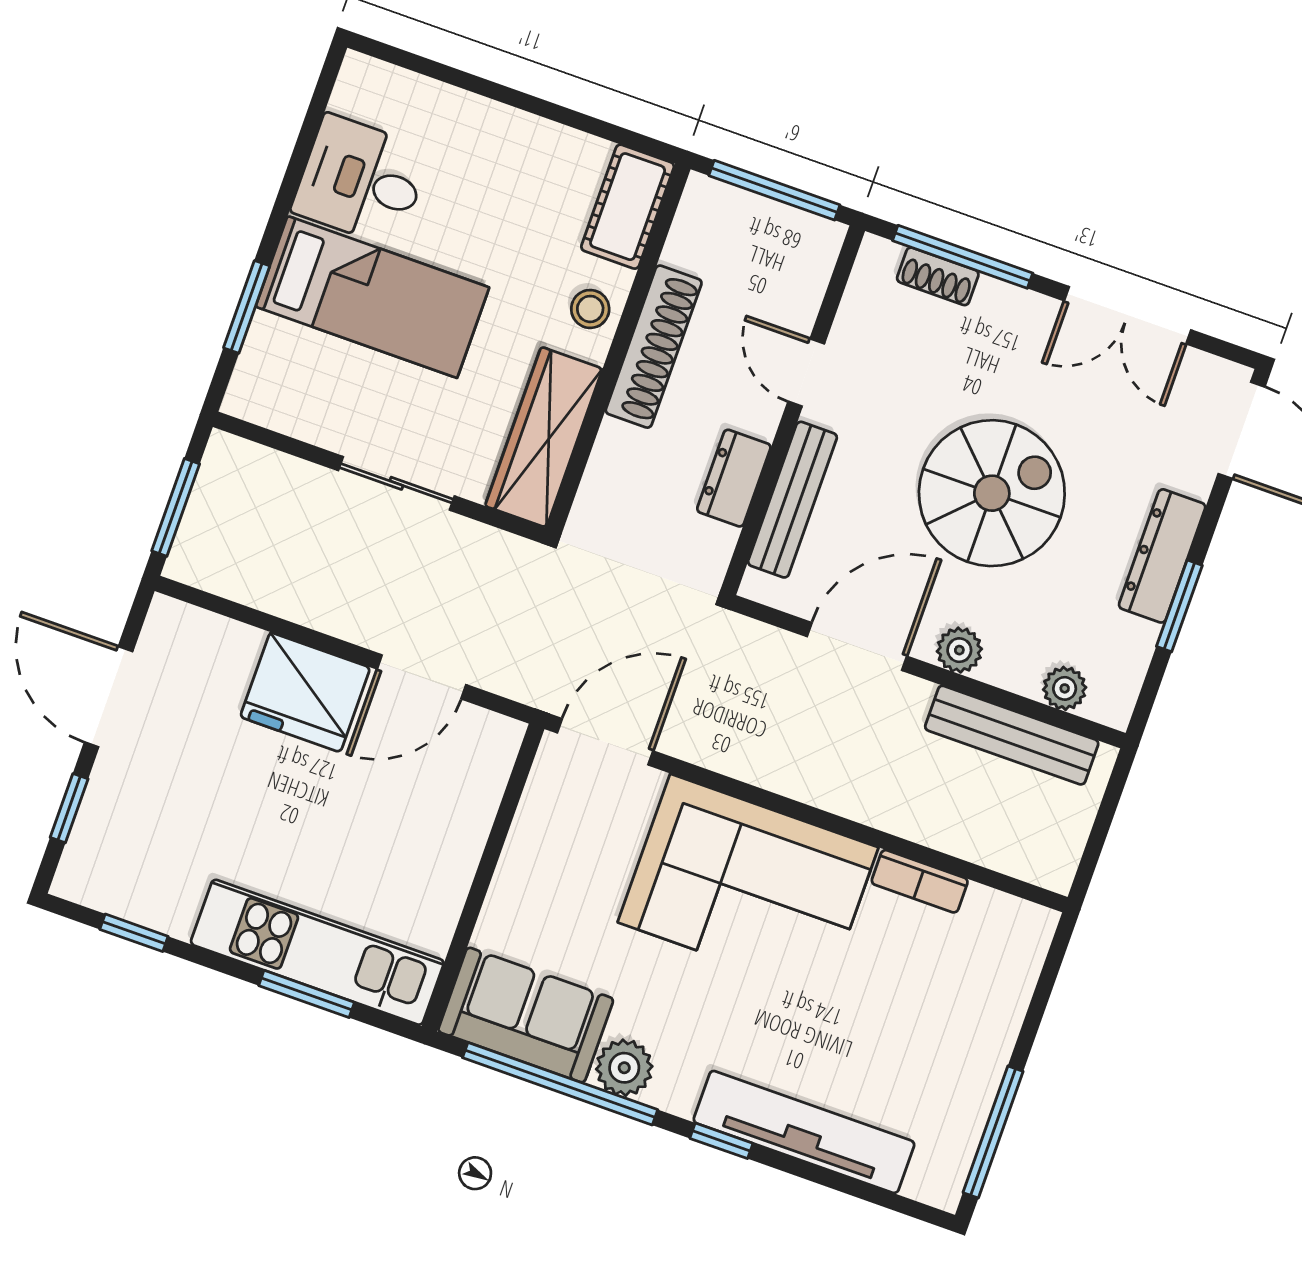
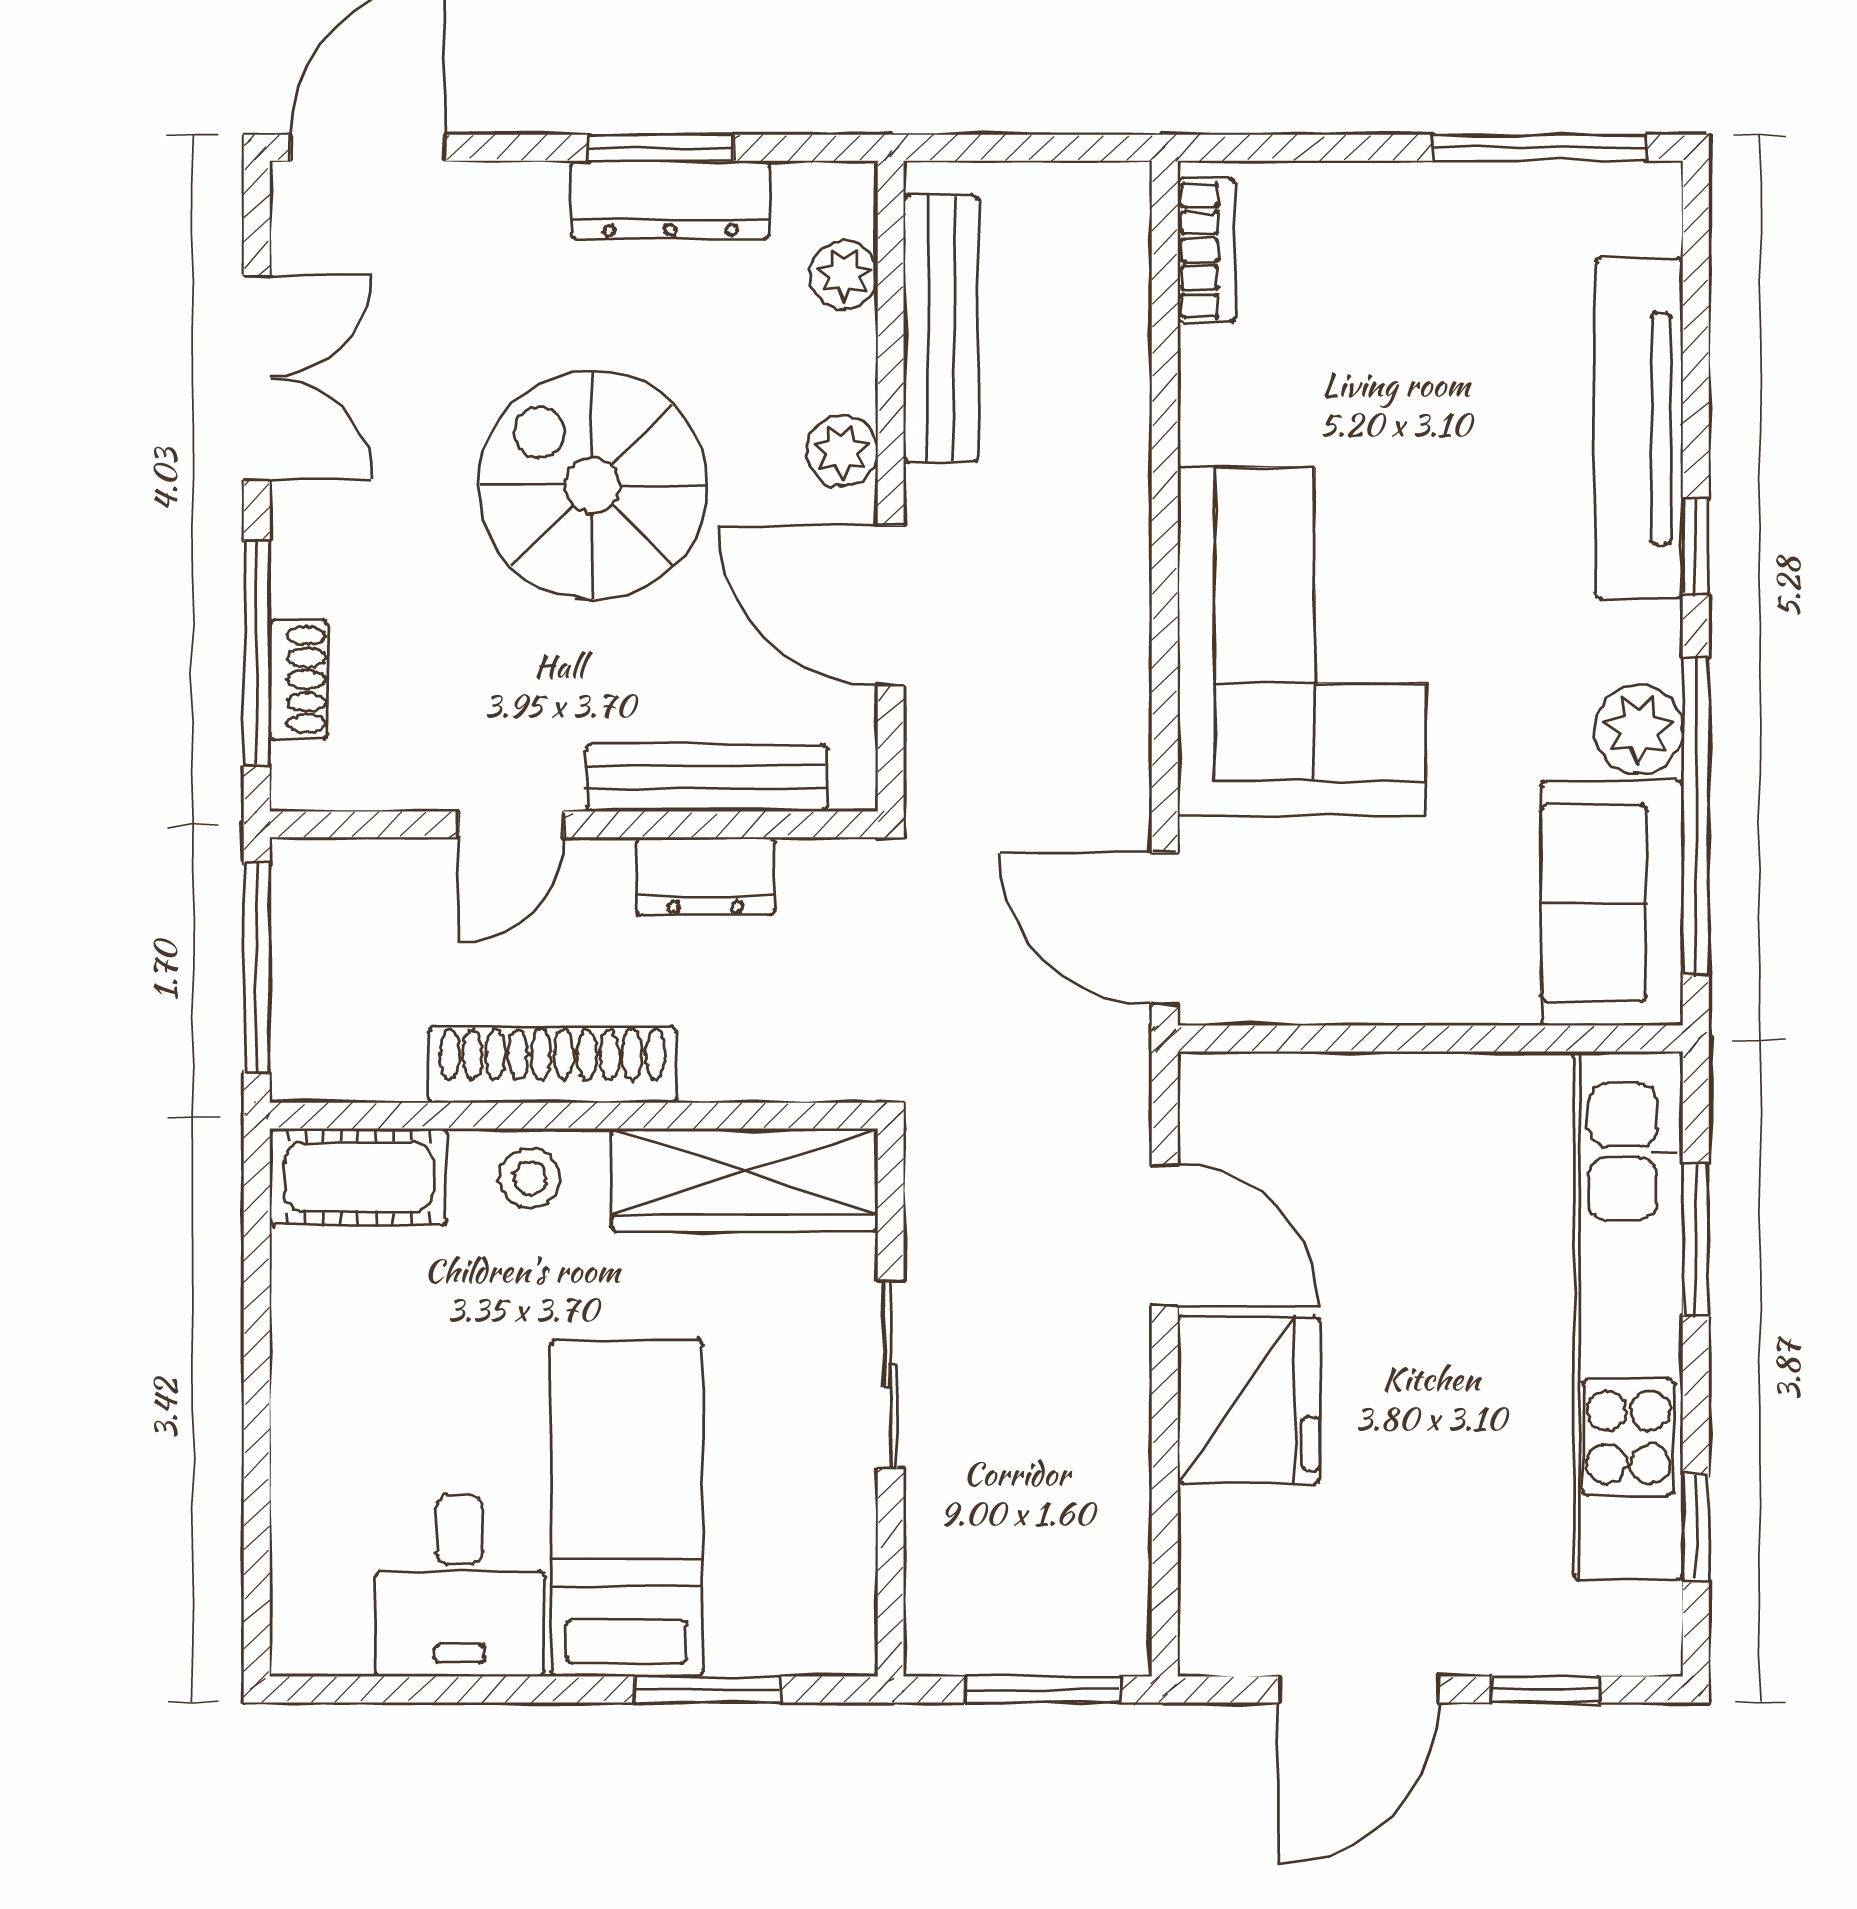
dresser: (1162, 556) -> (670, 200), moved
bookcase: (920, 881) -> (1206, 250), moved
kitchen unit: (317, 952) -> (1628, 1316), width x1.36

